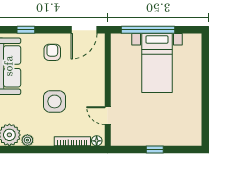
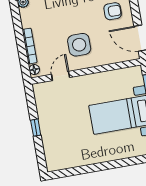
side table: (54, 101) -> (79, 45), moved

